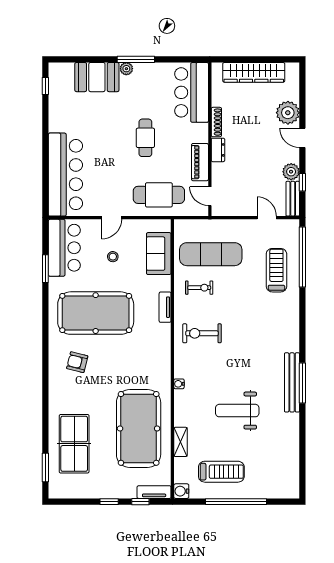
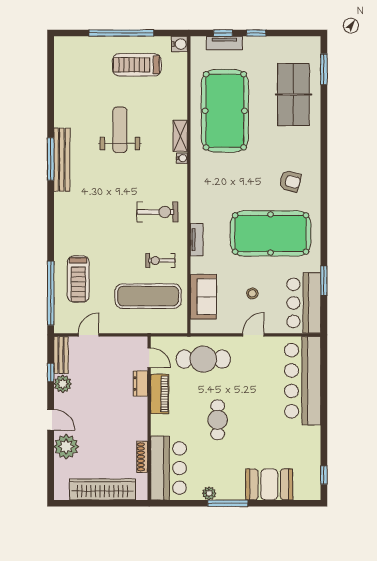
plant: (126, 69) -> (209, 493), moved
shoe rack: (216, 122) -> (142, 457), moved
dresser: (218, 150) -> (140, 384), moved
door: (267, 218) -> (89, 335), swing flipped
weight bench: (237, 411) -> (120, 130), turned -90
shelving: (181, 442) -> (180, 136), moved
tv unit: (154, 492) -> (224, 43), moved

